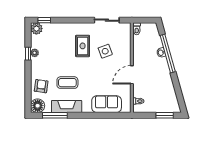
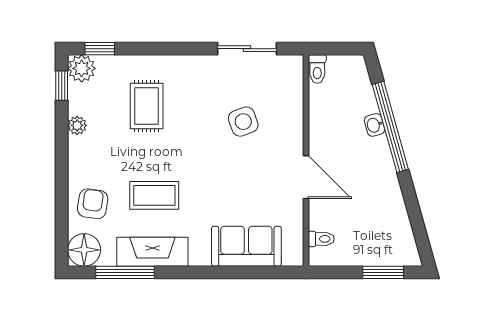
rug: (83, 46) -> (147, 106), moved
window: (28, 54) -> (62, 86), moved
door: (132, 75) -> (306, 177), swing flipped

